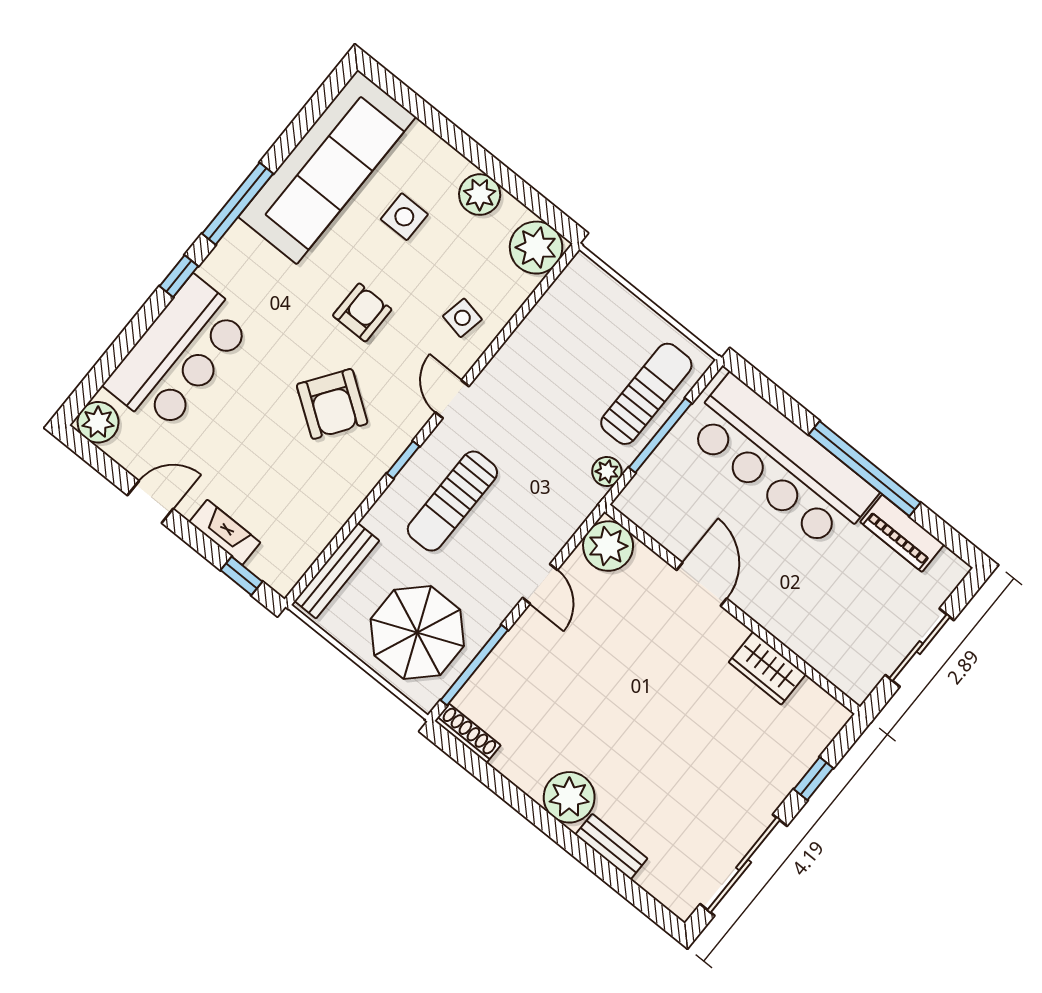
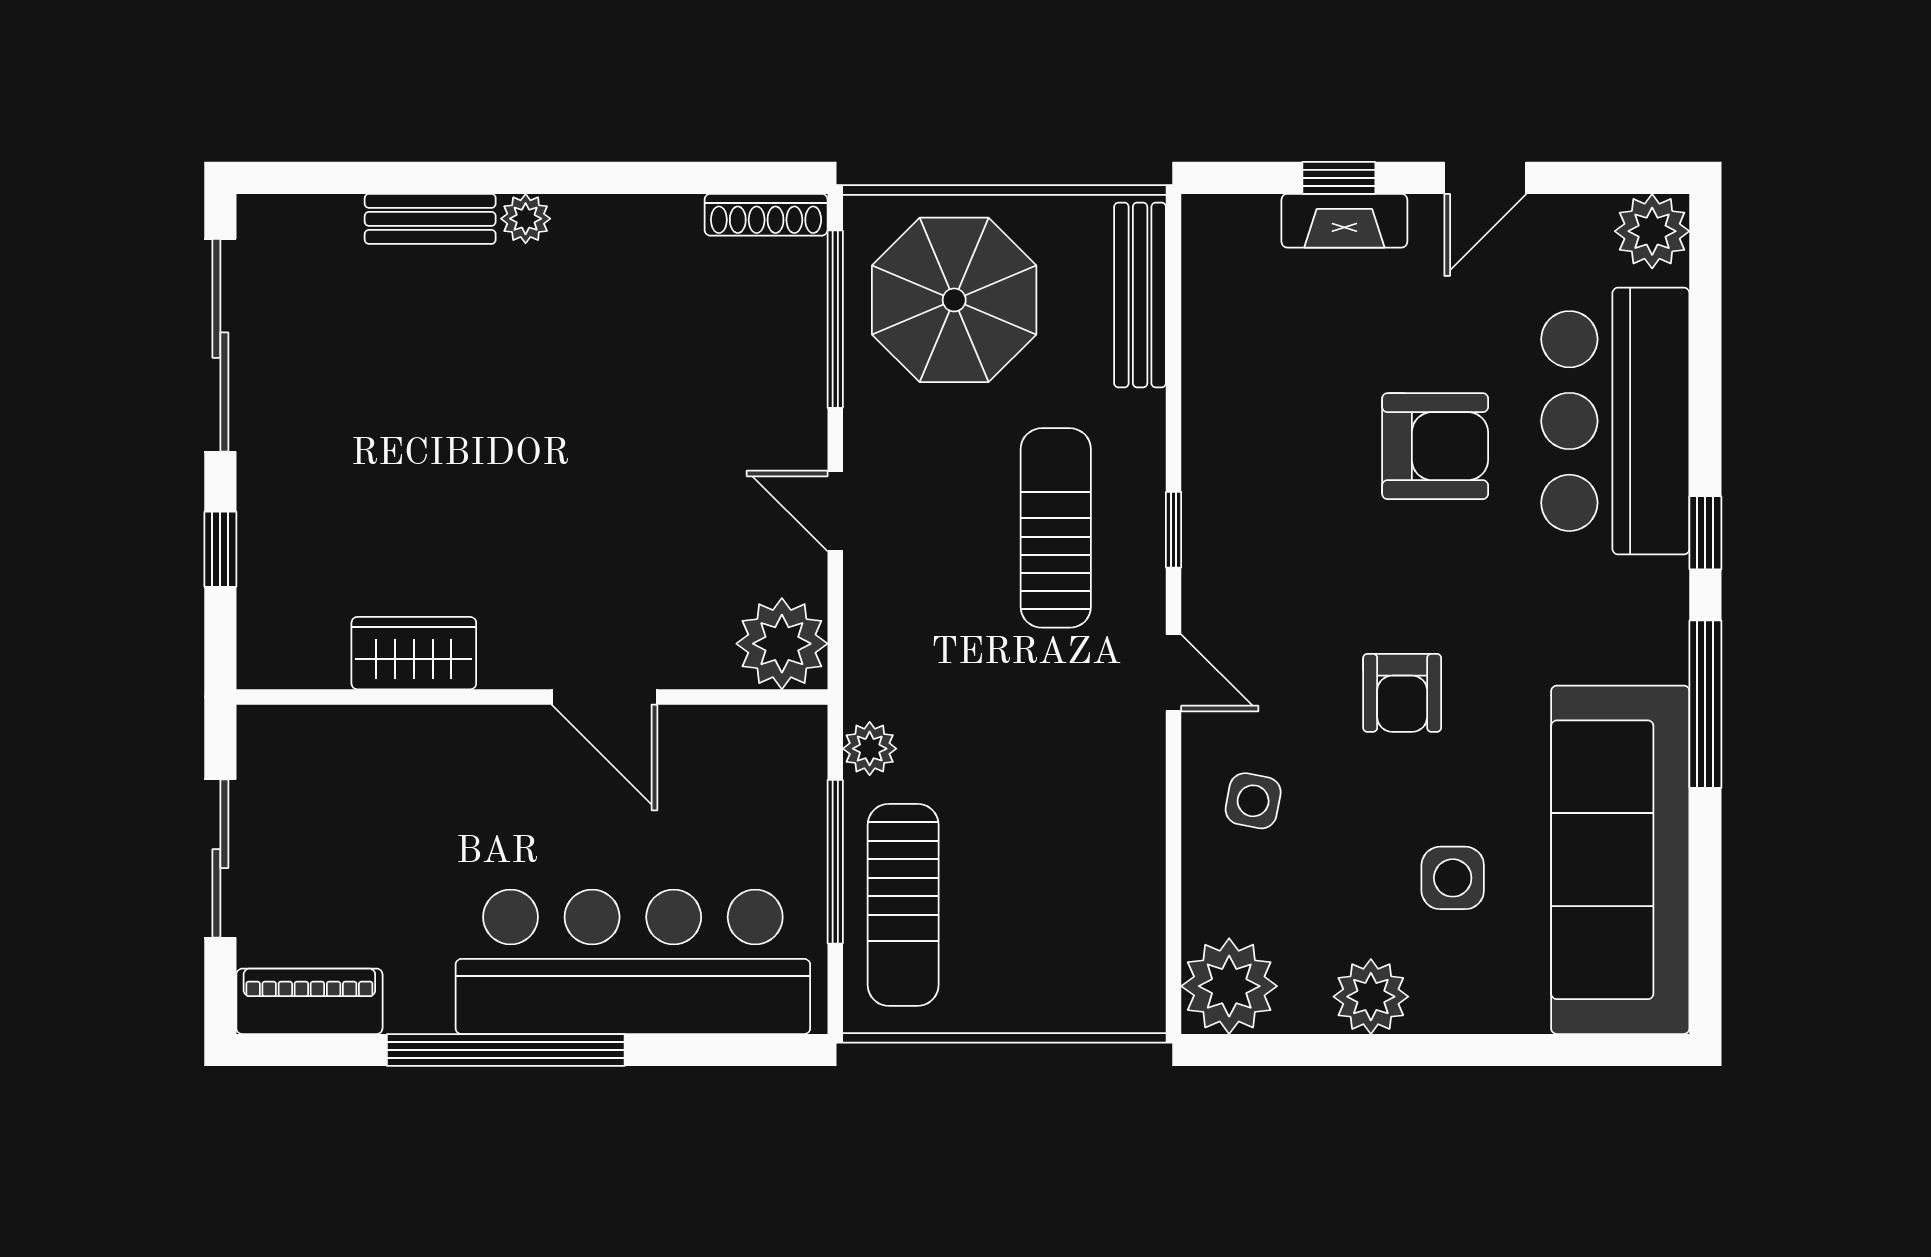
armchair: (332, 404) -> (1435, 446), moved, turned 145
piano: (902, 533) -> (309, 1001), moved
window: (241, 576) -> (1339, 178), moved
plant: (569, 797) -> (526, 219), width x0.53, depth x0.53

